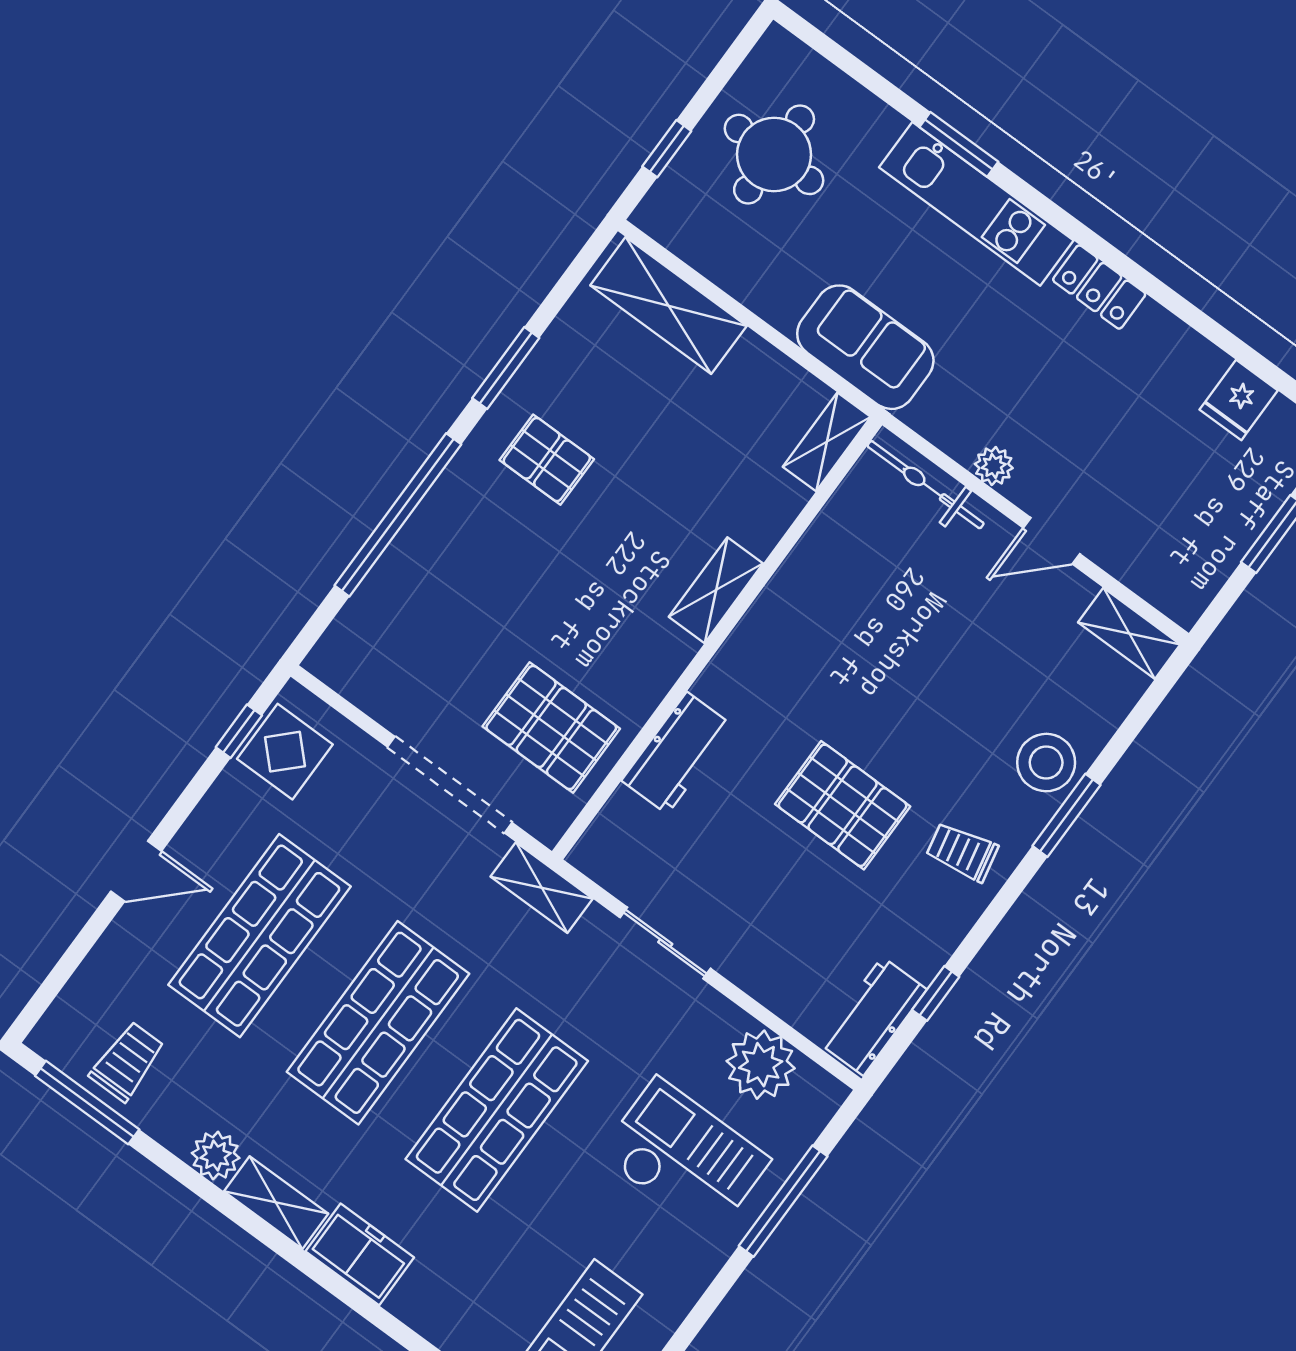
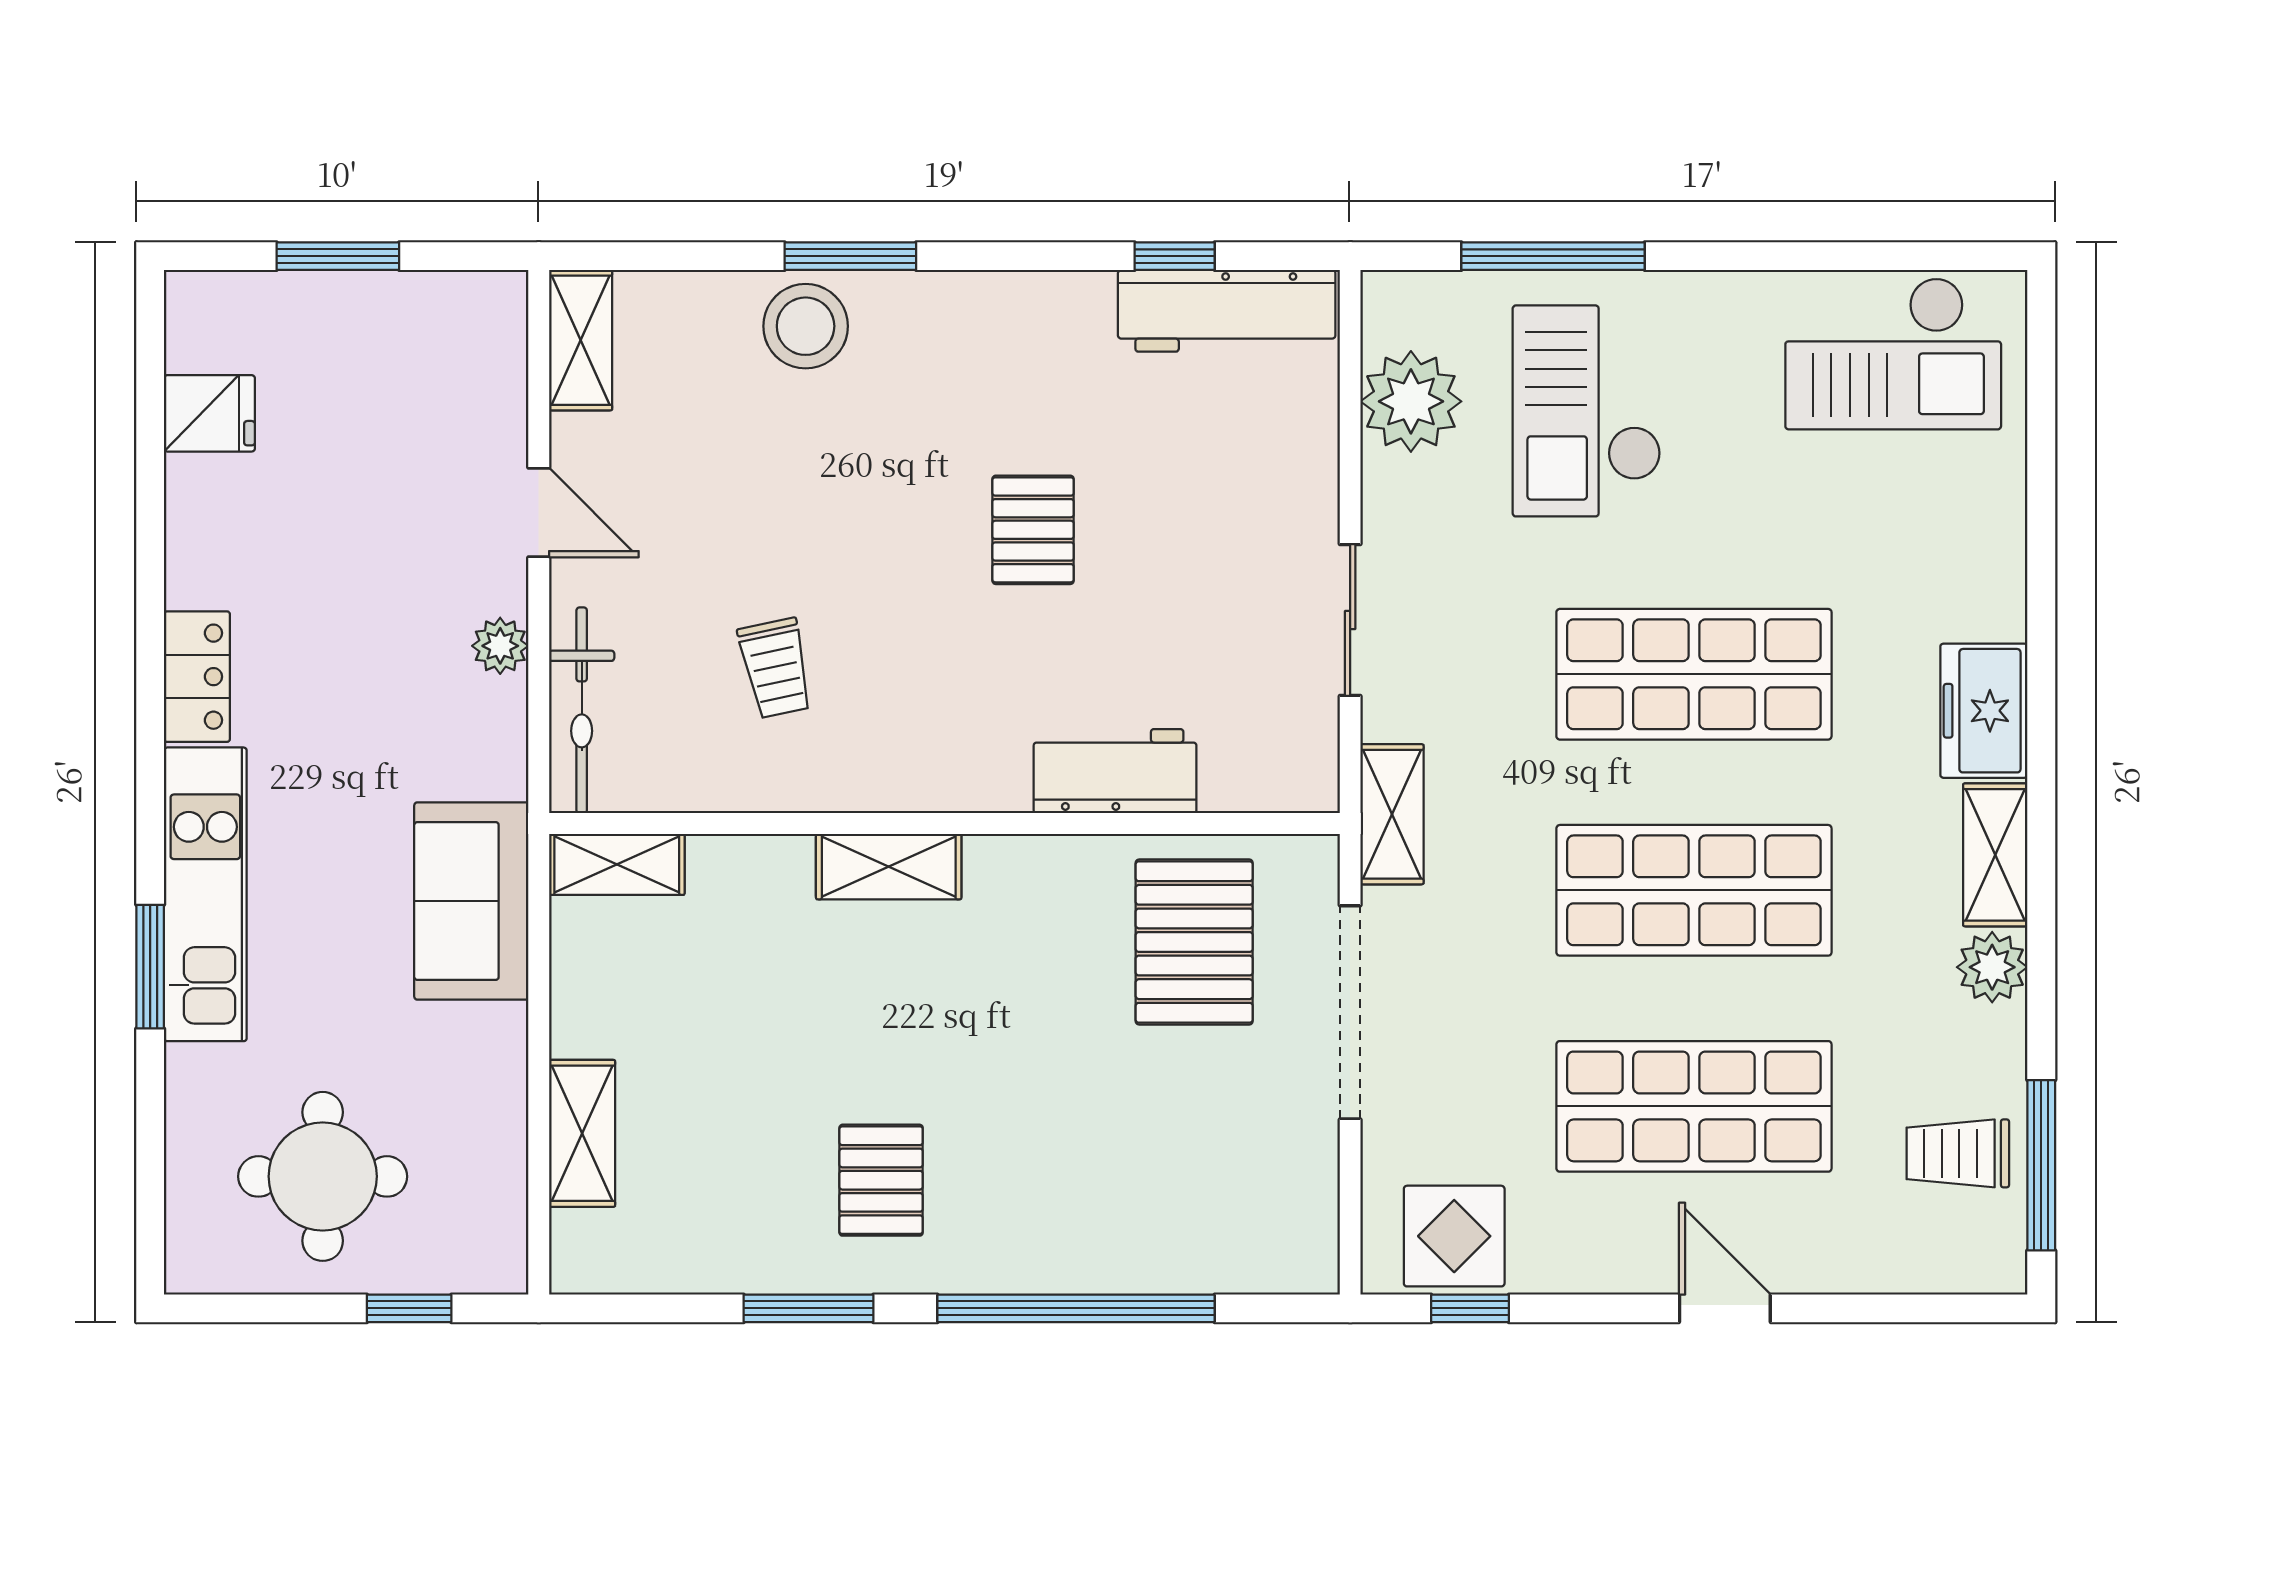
shelving: (668, 306) -> (582, 1133), width x0.67, depth x0.75
pallet: (843, 805) -> (1033, 530), width x0.67, depth x0.71
trolley: (962, 852) -> (776, 668), moved
workbench: (873, 1016) -> (1227, 311), width x1.38

